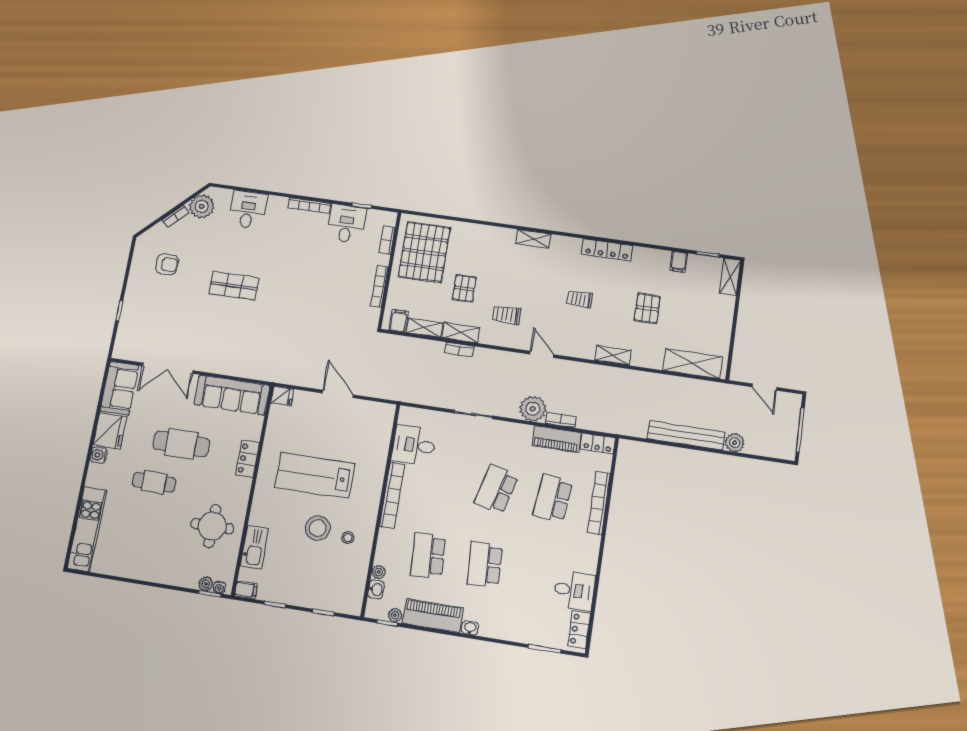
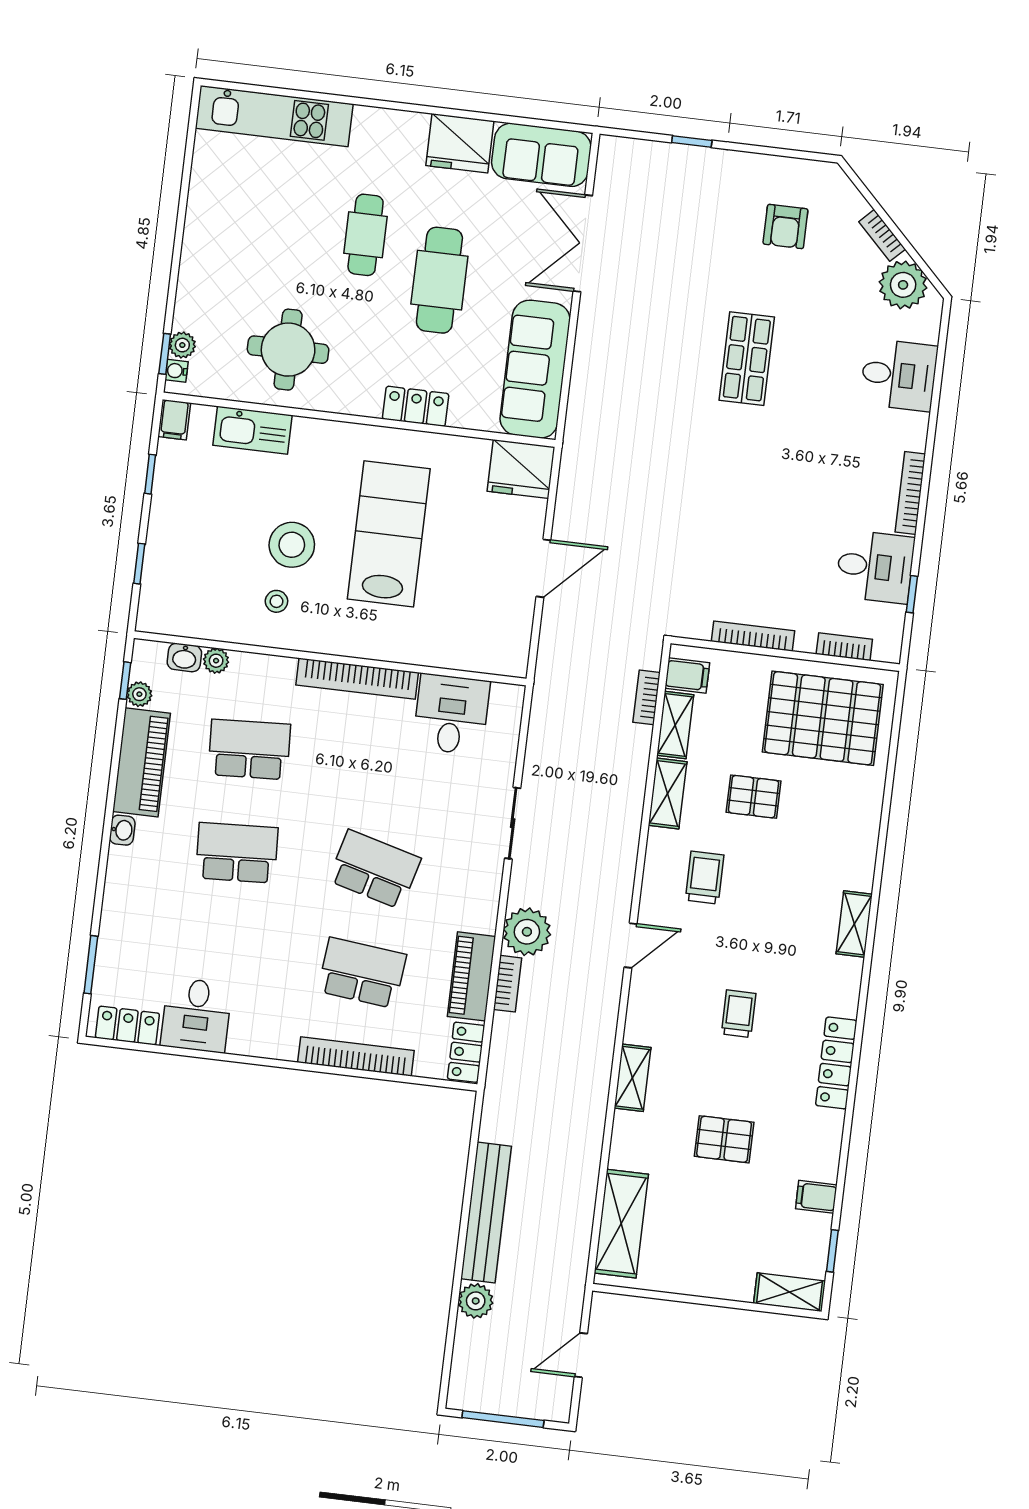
bookcase: (459, 349) -> (647, 697), moved
fridge: (282, 396) -> (521, 469), width x1.88, depth x1.34
water cooler: (99, 455) -> (413, 126), removed

